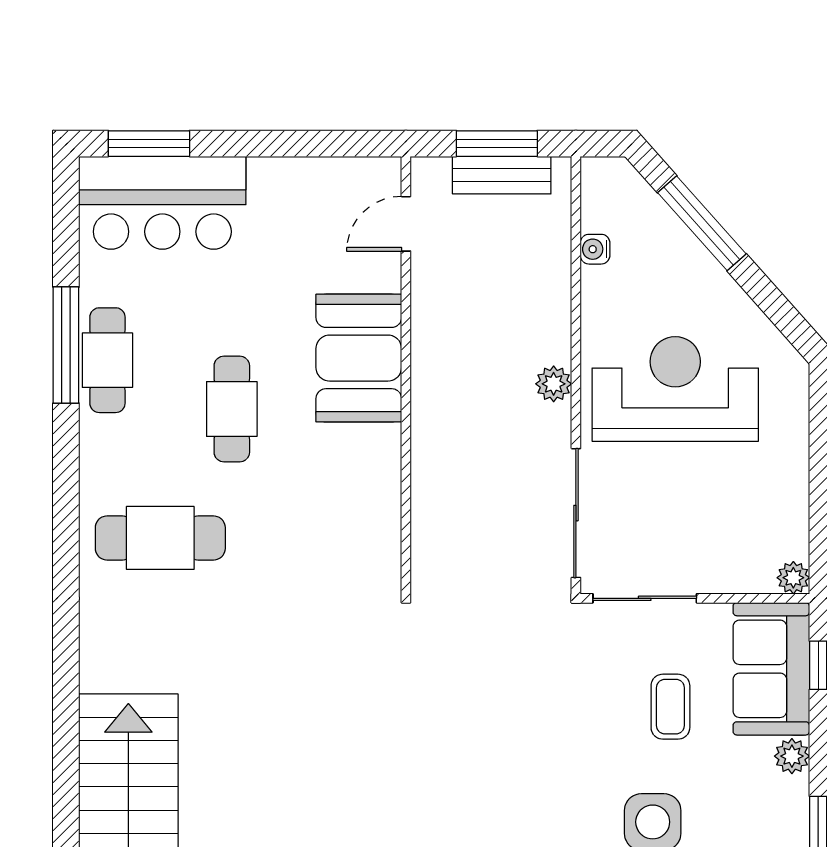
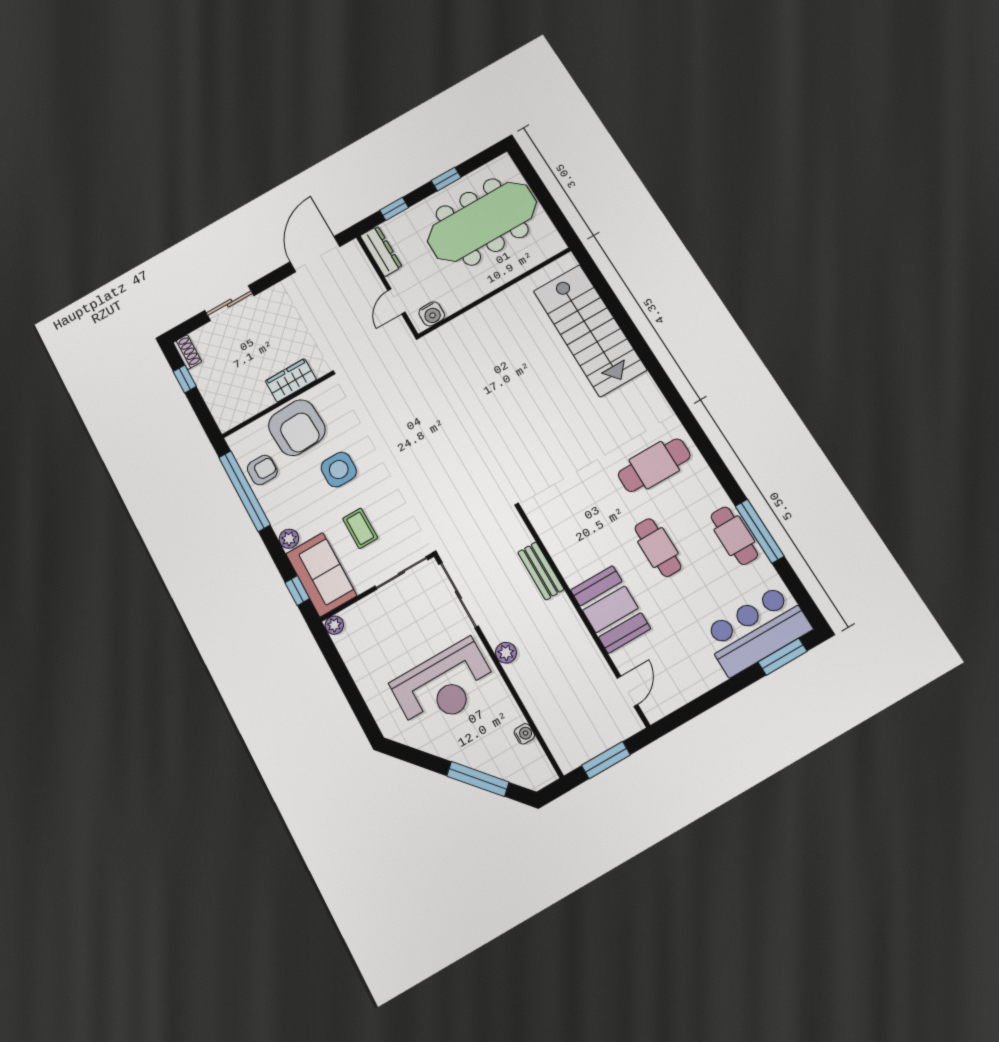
bench: (502, 175) -> (541, 571), moved, turned 90

